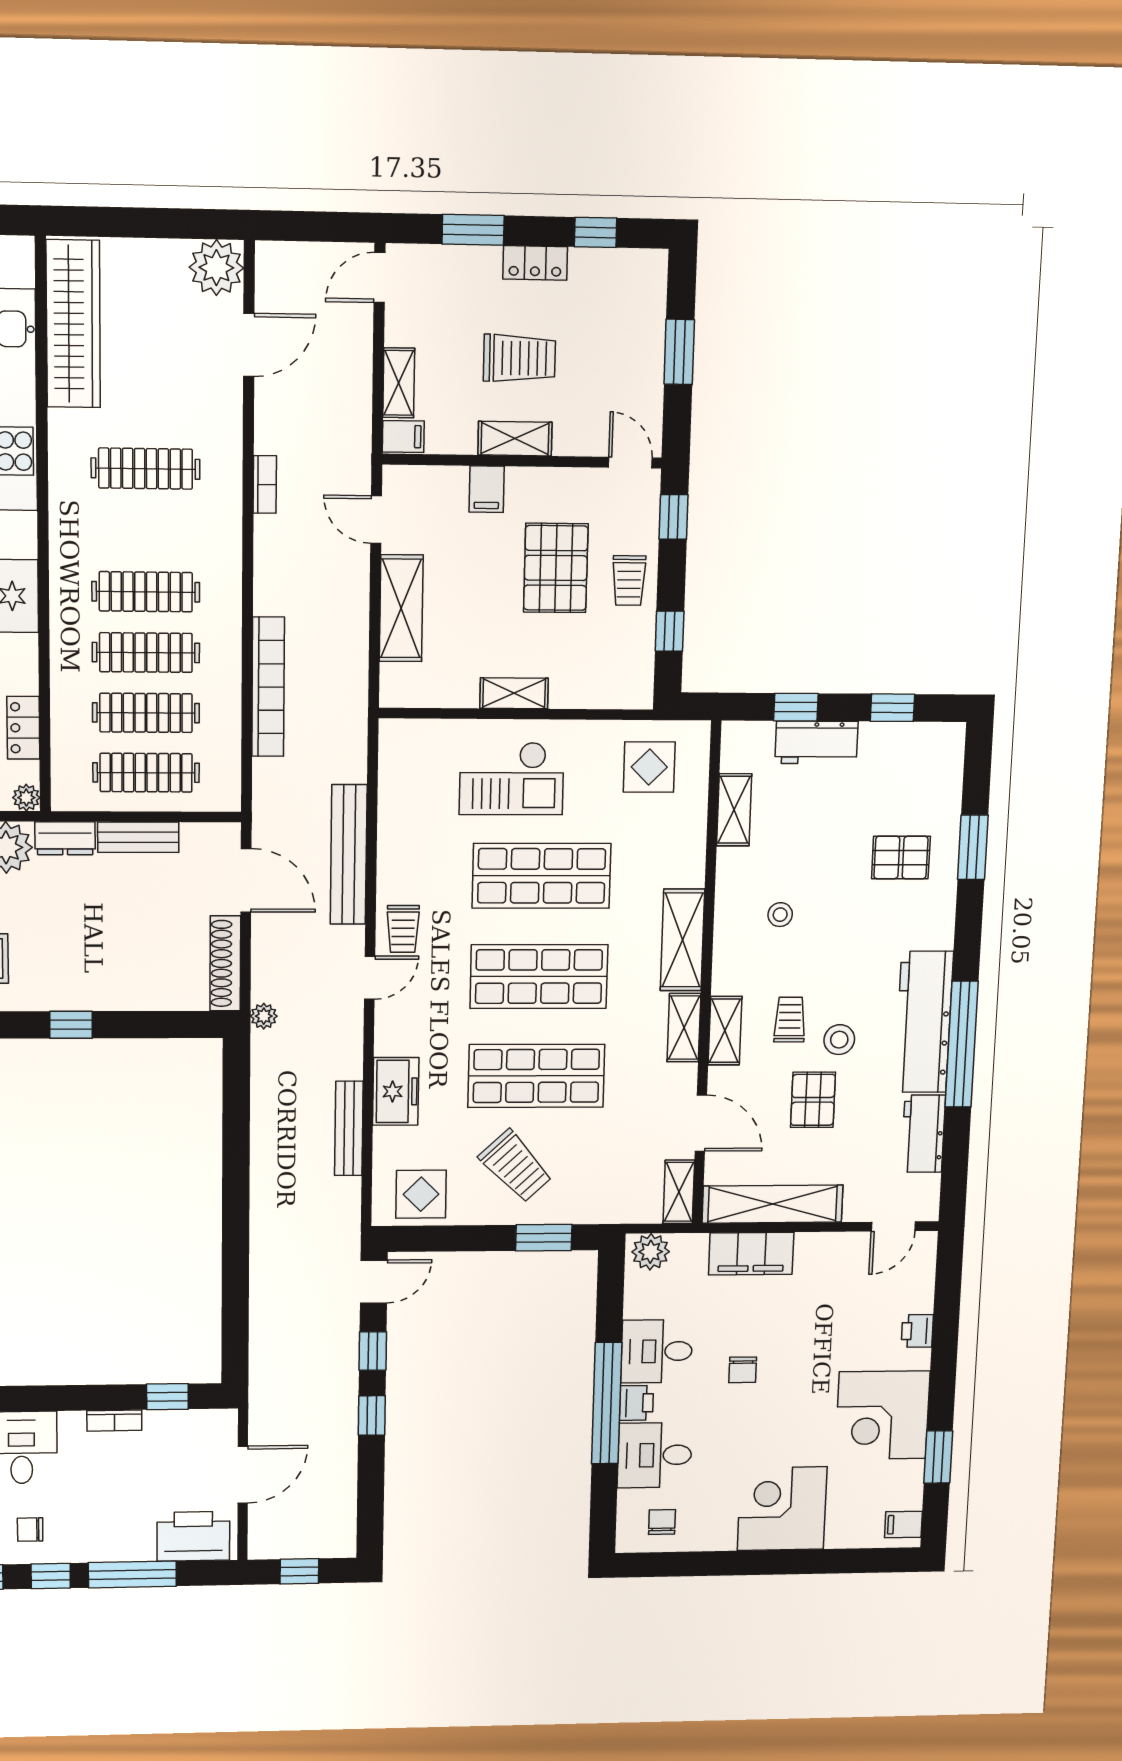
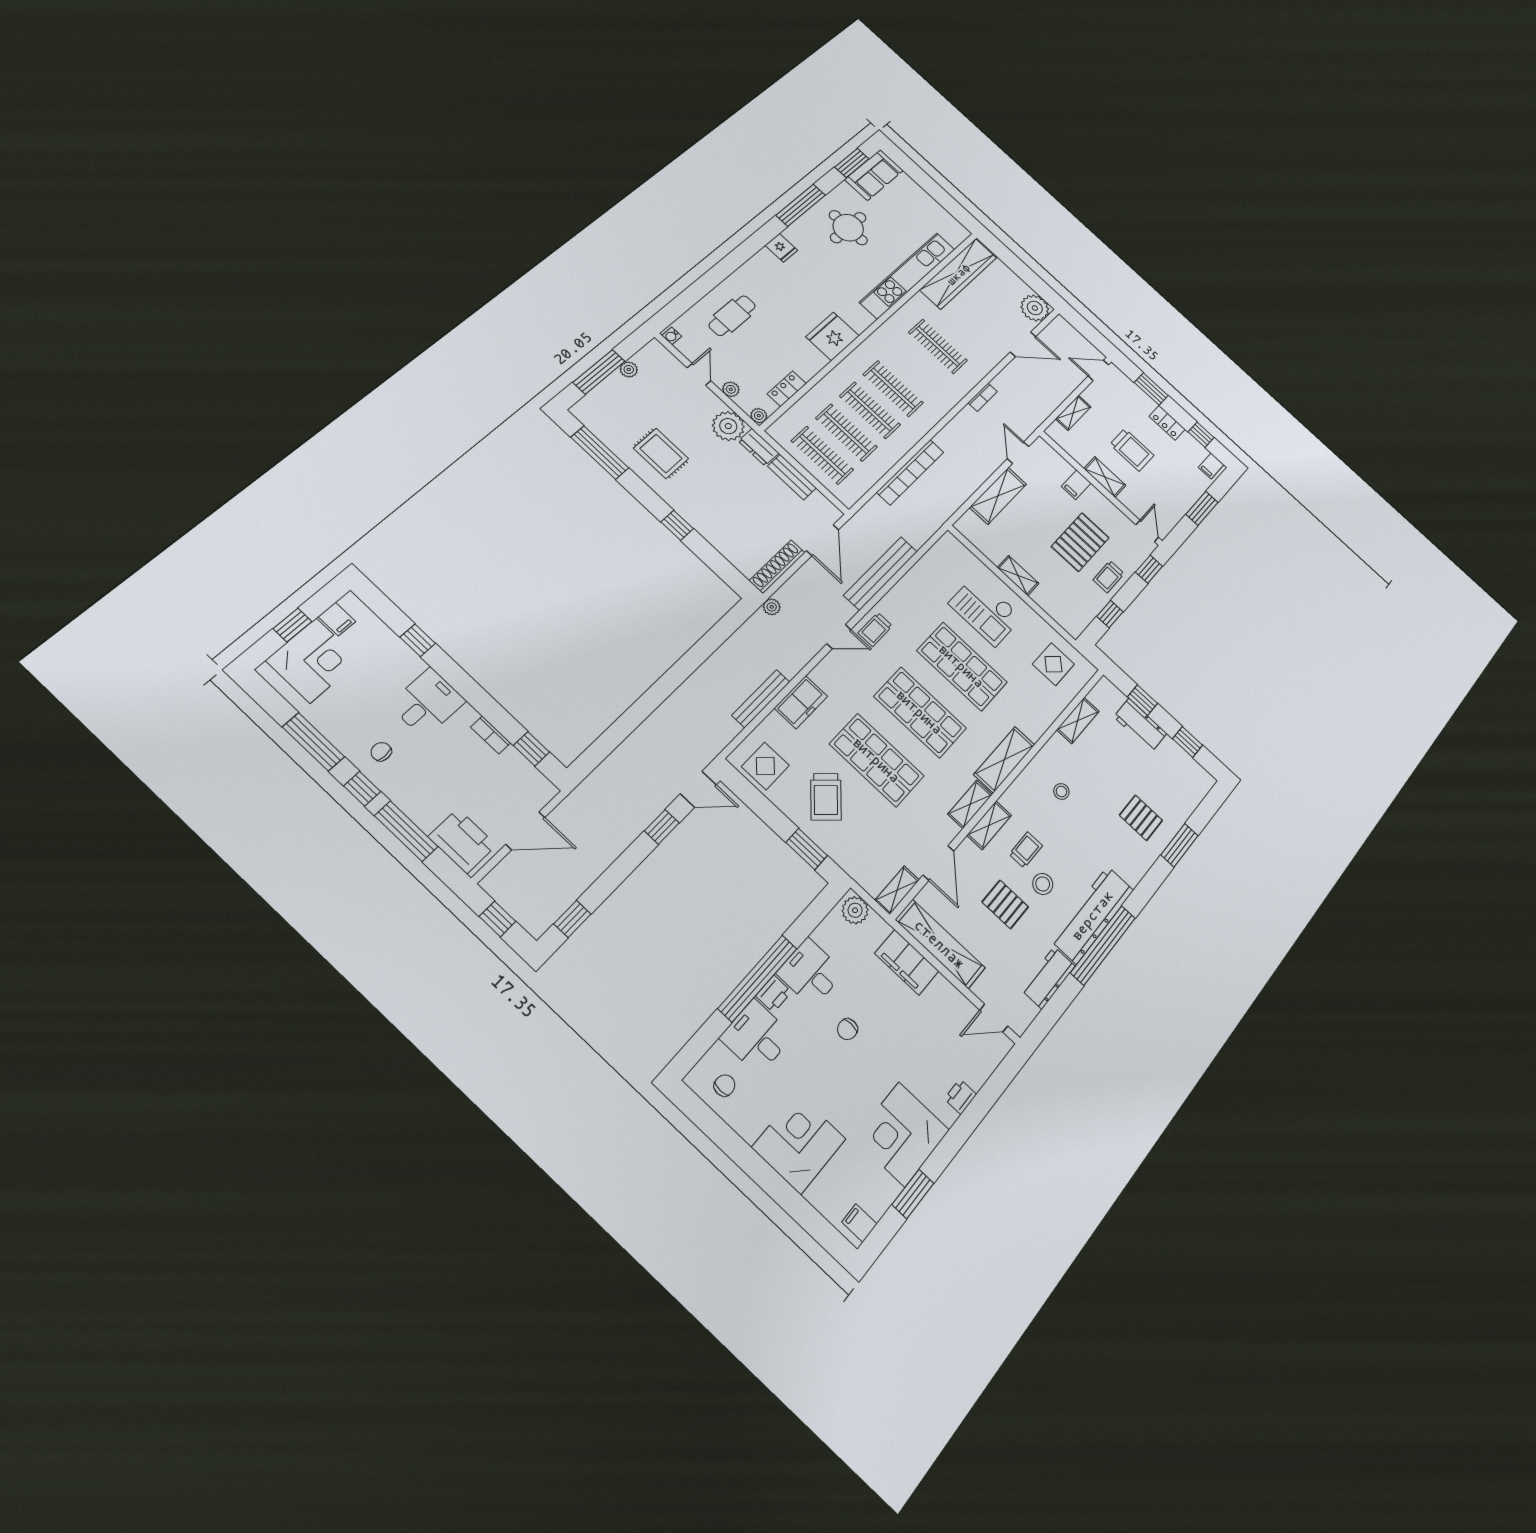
filing cabinet: (403, 436) -> (1211, 466), moved, turned 90
pallet: (813, 1100) -> (1005, 904), turned 90
window: (372, 1416) -> (572, 919), moved

